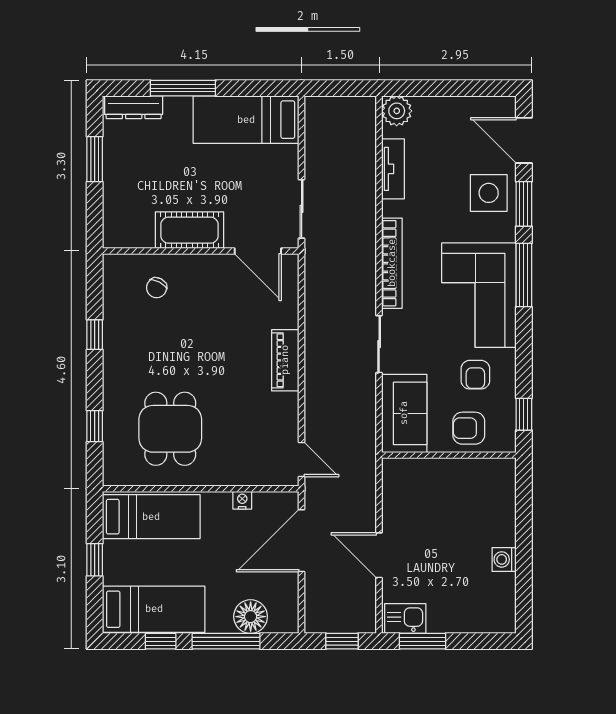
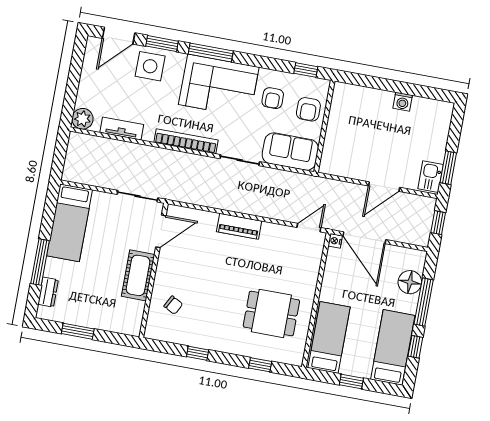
dresser: (134, 107) -> (48, 292), width x0.70
armchair: (475, 375) -> (273, 98), turned 90
nightstand: (242, 500) -> (335, 241), moved

